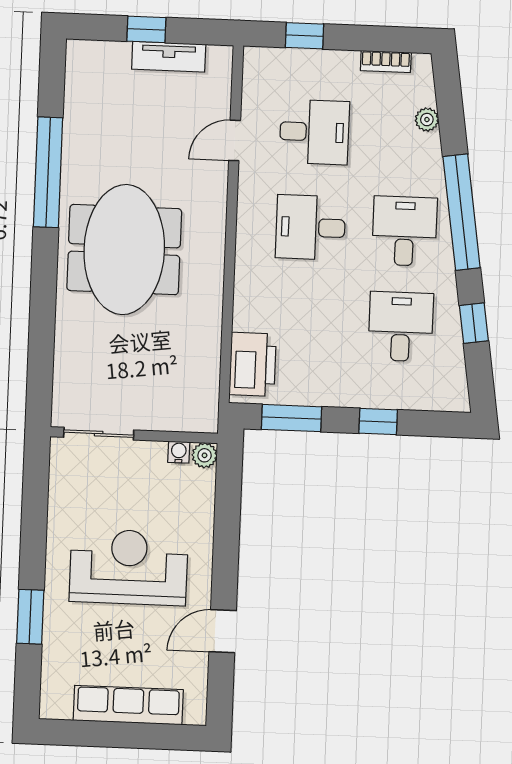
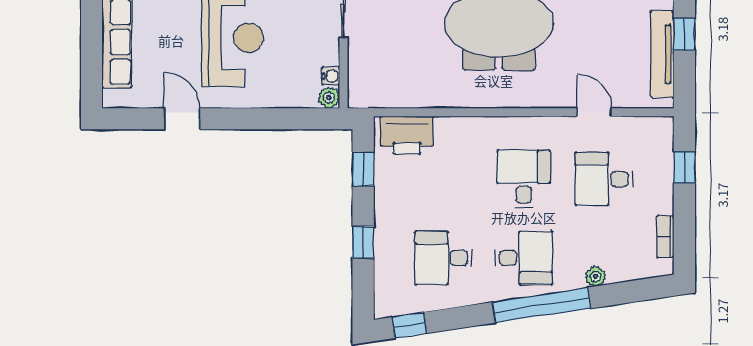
tv unit: (169, 57) -> (662, 54), width x1.41
plant: (427, 120) -> (596, 276), moved
desk: (314, 132) -> (604, 179), turned 90
window: (474, 323) -> (410, 325), moved
desk: (401, 327) -> (443, 258), turned 180
window: (291, 418) -> (363, 169), width x0.67

